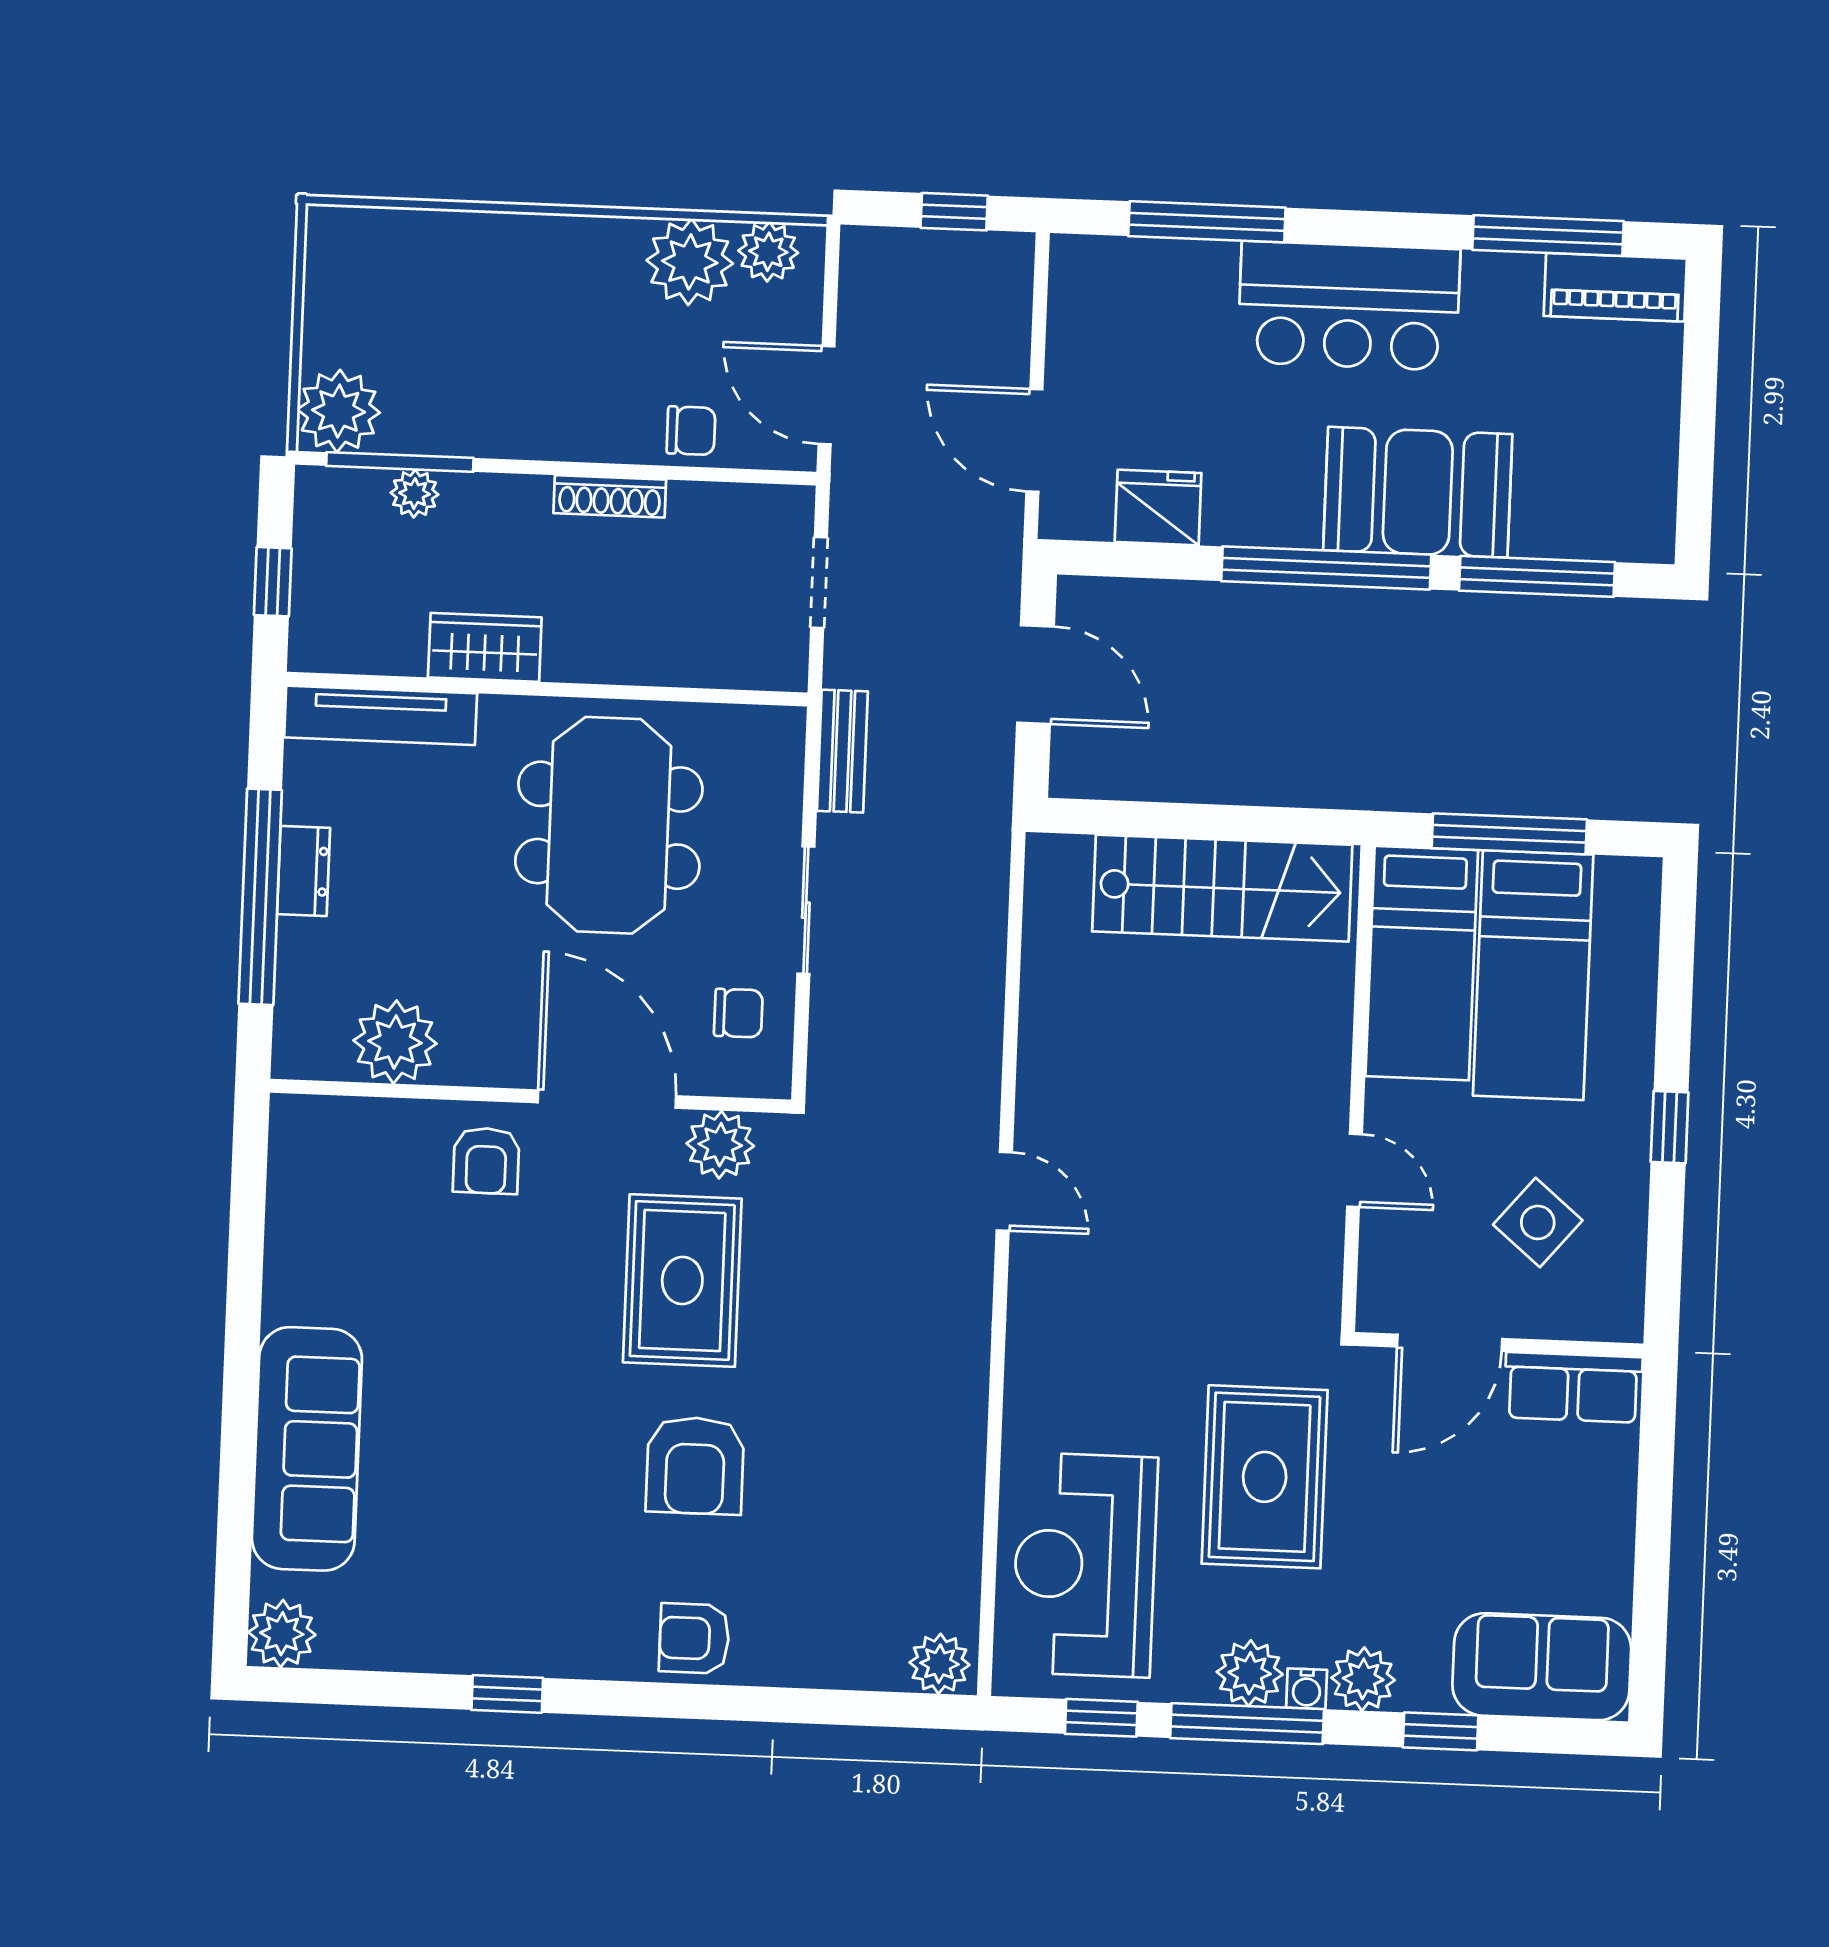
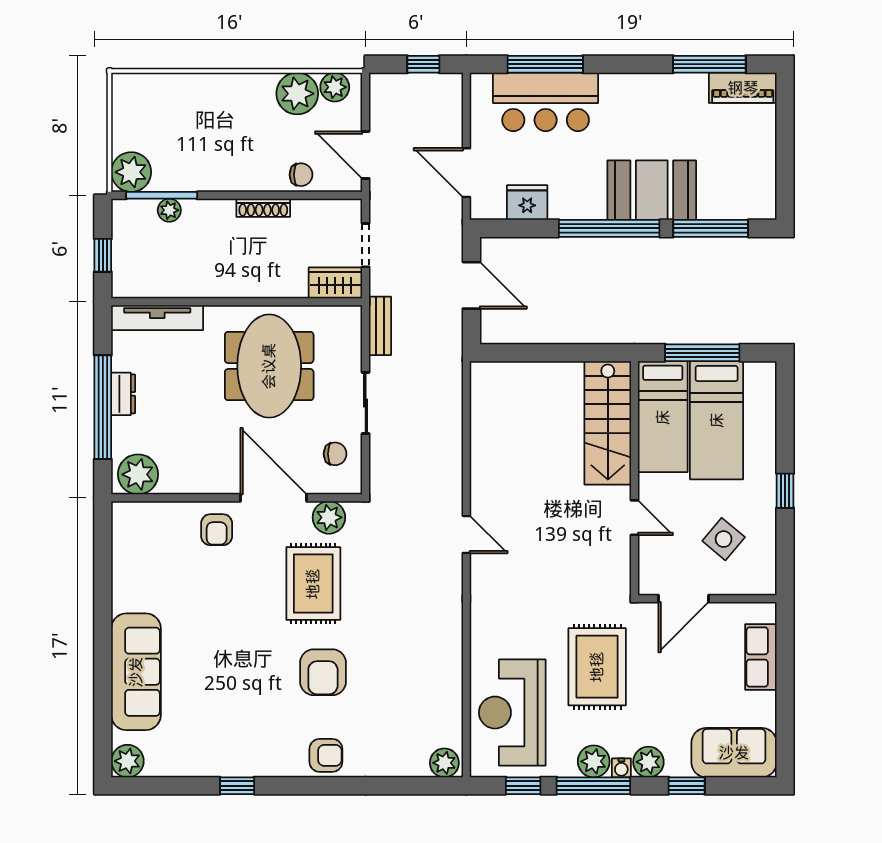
bar counter: (1349, 306) -> (546, 102), moved
wardrobe: (485, 647) -> (335, 283), moved
stairs: (1222, 888) -> (608, 423), moved, turned 90
plant: (395, 1042) -> (138, 474), moved
row of seats: (1573, 1387) -> (761, 657), moved, turned 90
armchair: (694, 1638) -> (326, 755), turned 180

